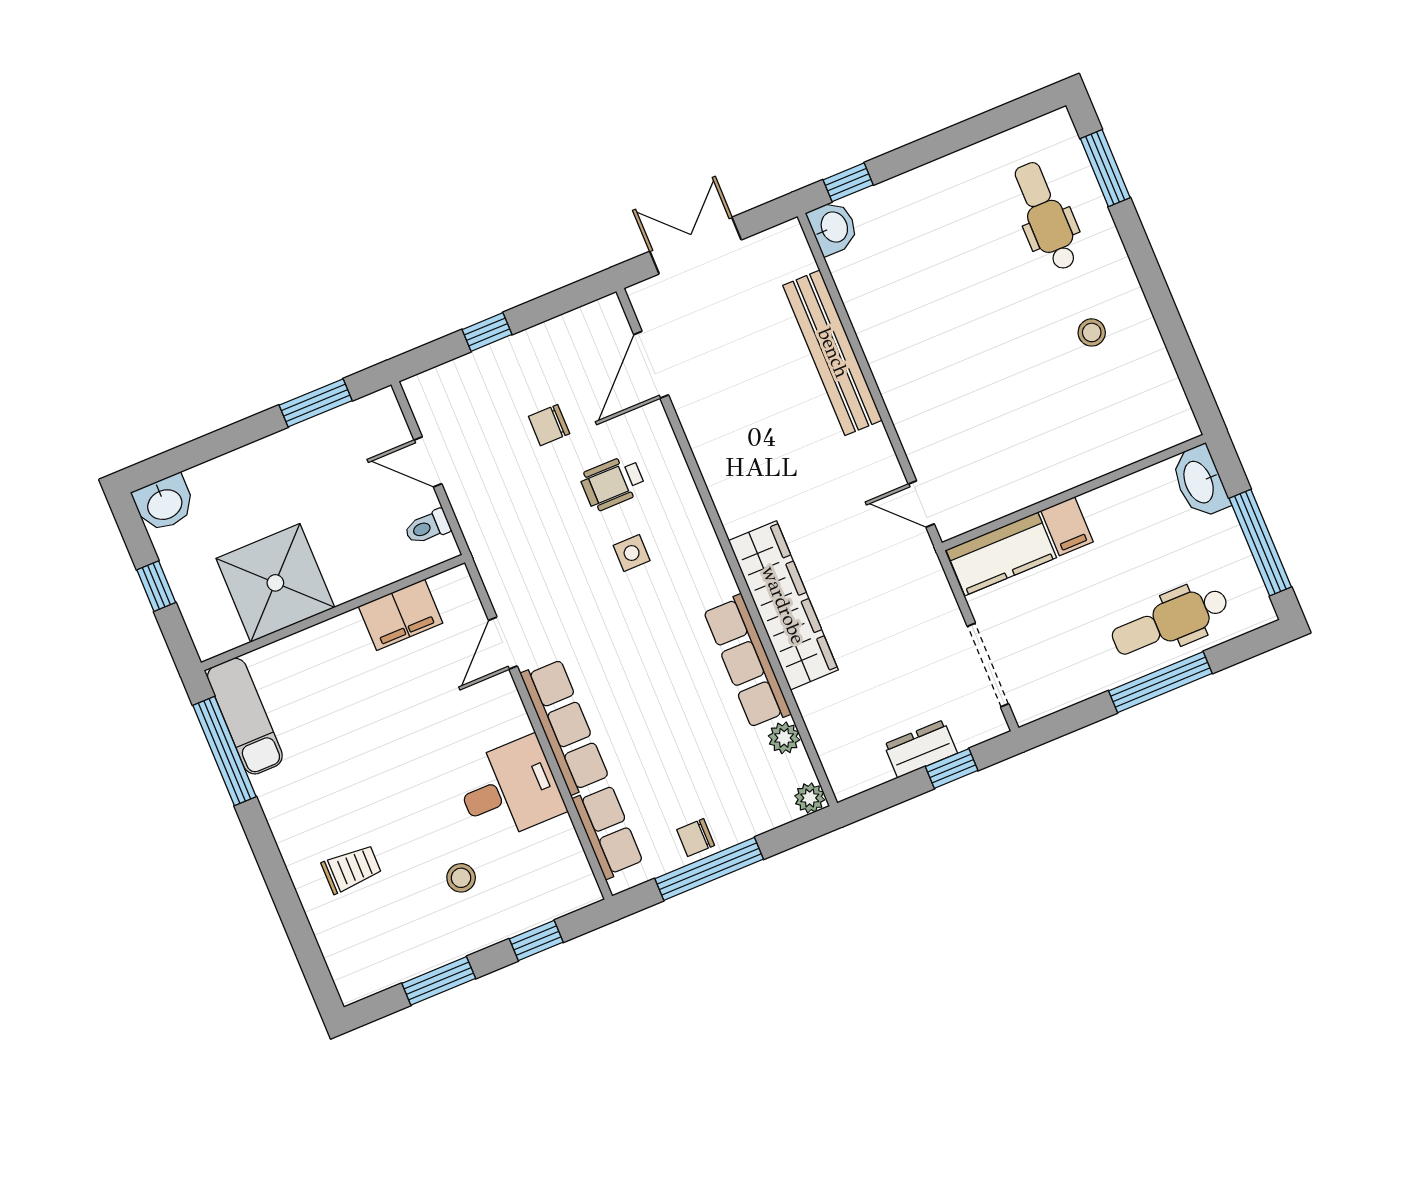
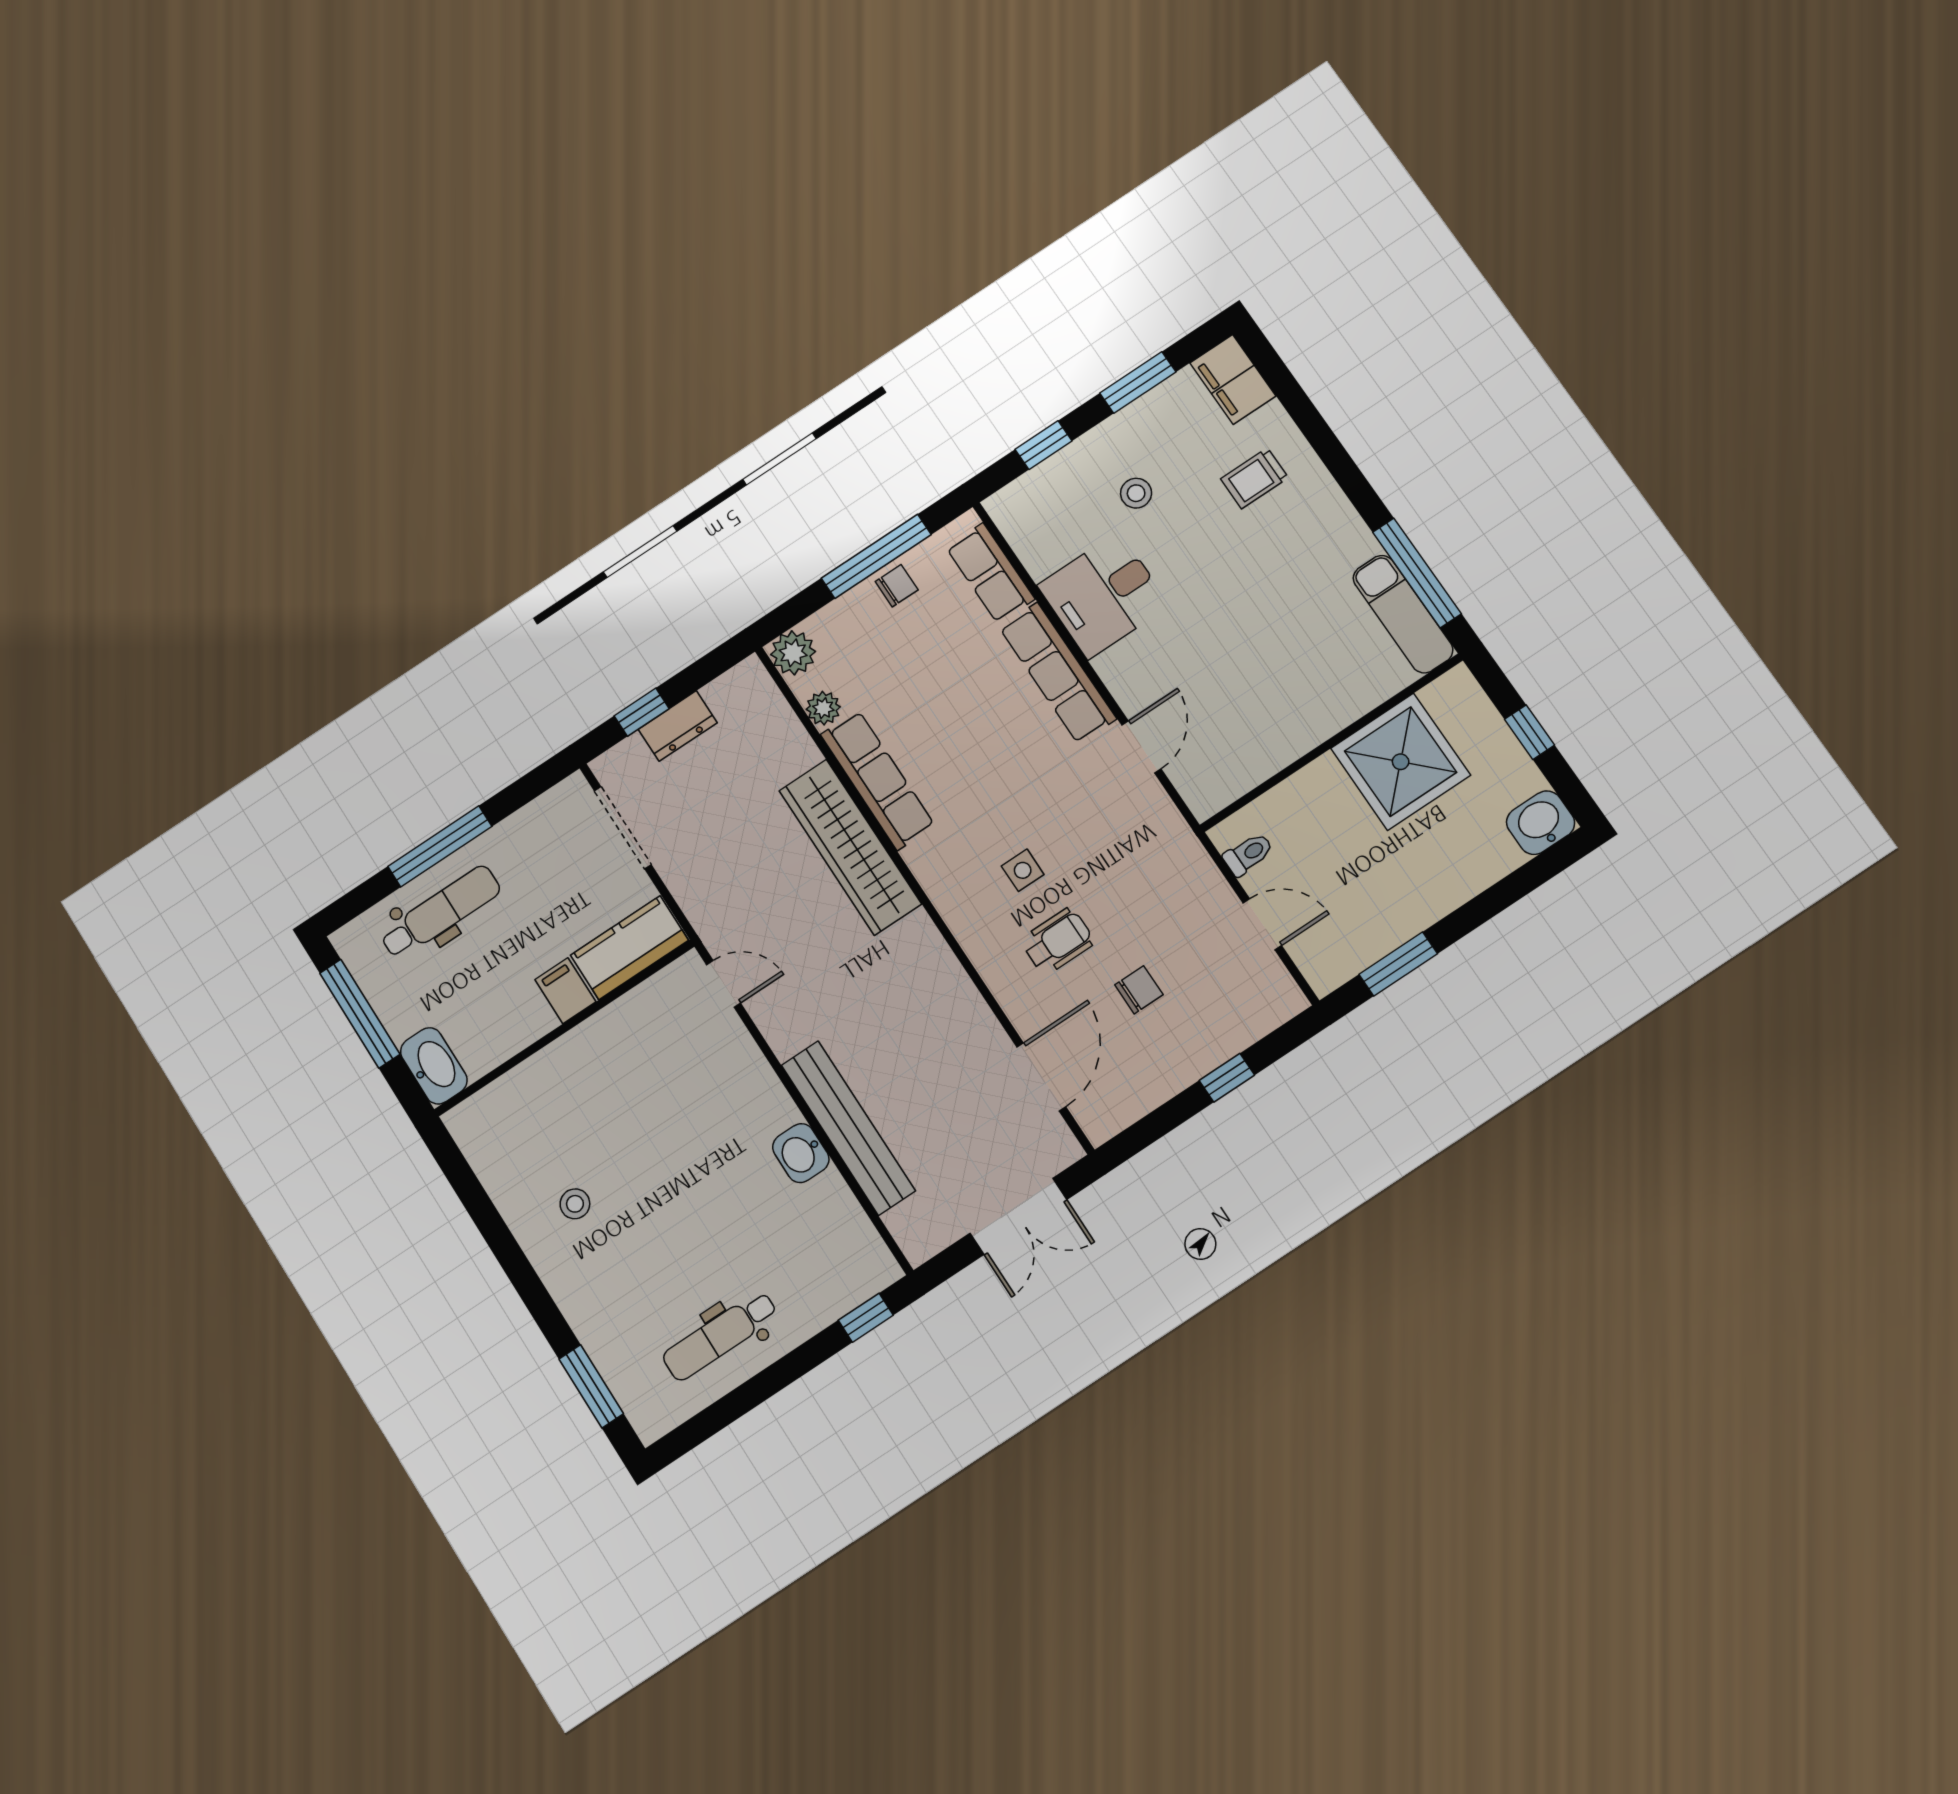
dental chair: (1046, 216) -> (720, 1336), moved, turned 90
washbasin: (833, 227) -> (801, 1153), moved
filing cabinet: (401, 615) -> (1233, 379), moved, turned -90
plant: (810, 798) -> (793, 653), width x1.38, depth x1.38

